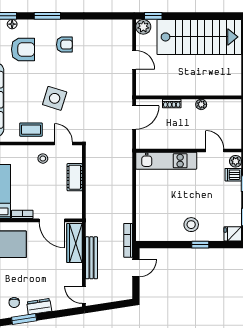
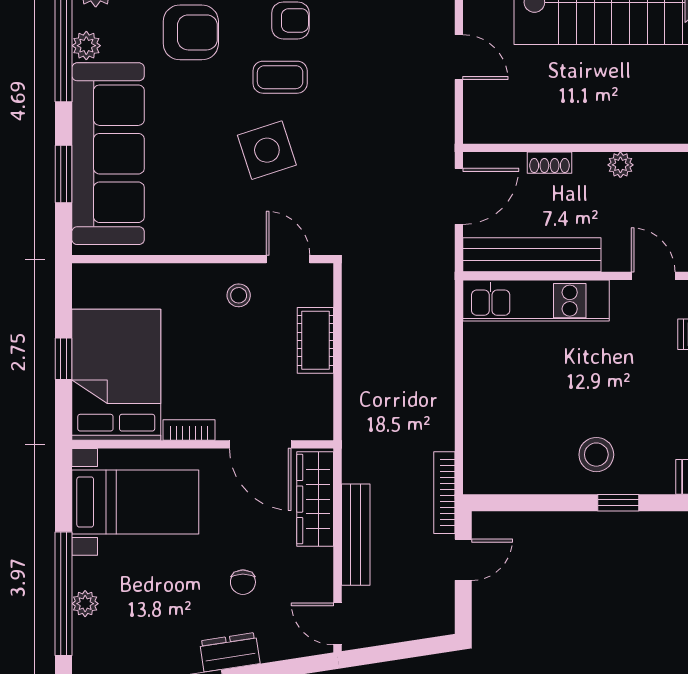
side table: (55, 98) -> (267, 150), turned -35
coffee table: (31, 130) -> (280, 77), moved
bench: (164, 142) -> (532, 255), added
chair: (14, 303) -> (243, 582), moved

